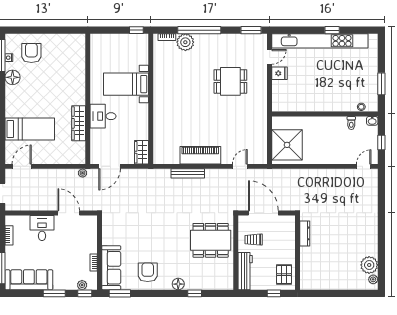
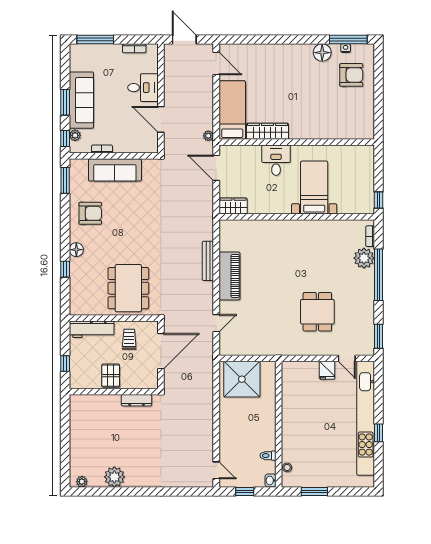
bed: (30, 129) -> (232, 110), moved, turned 180
door: (240, 166) -> (216, 323), hinge flipped
door: (69, 213) -> (161, 119), swing flipped
plant: (369, 265) -> (114, 477), moved
sofa: (111, 268) -> (115, 170), moved
pallet: (284, 275) -> (111, 376), moved, turned 90
sofa: (29, 280) -> (81, 100), moved

